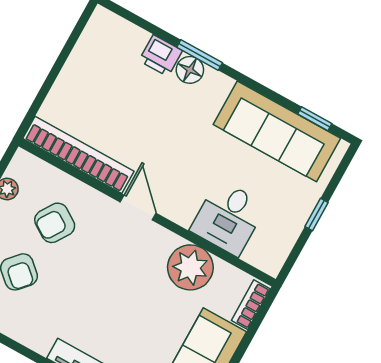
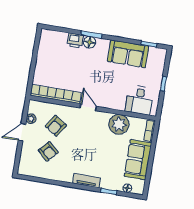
sofa: (277, 131) -> (128, 54), width x0.73
desk: (228, 218) -> (139, 100), moved

